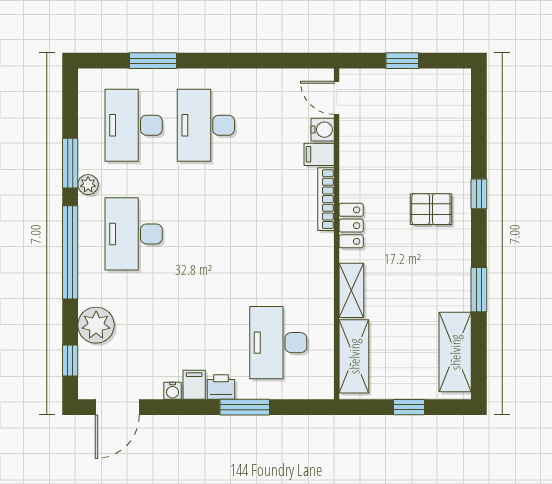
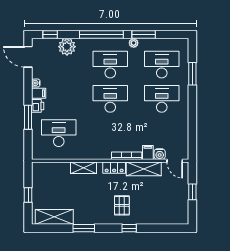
door: (337, 98) -> (175, 161), swing flipped
desk: (206, 234) -> (110, 99), added
shelving: (354, 356) -> (144, 169), moved

